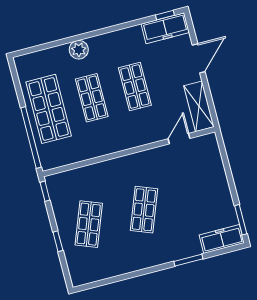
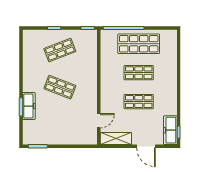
plant: (79, 50) -> (171, 72), removed
door: (179, 139) -> (99, 121), hinge flipped
shop shelf: (89, 224) -> (60, 50), turned -42
freezer: (222, 239) -> (29, 106), moved

